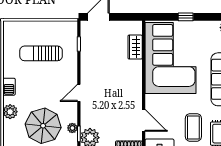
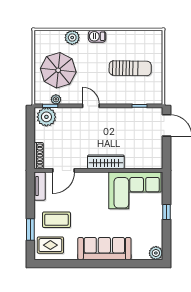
wardrobe: (135, 47) -> (106, 162), moved, width x1.50
sun lounger: (41, 53) -> (130, 68), turned 91
corner sofa: (171, 58) -> (135, 190), width x0.73, depth x0.74

